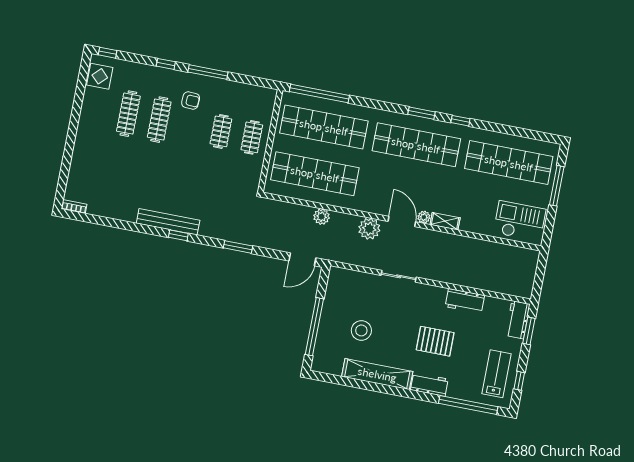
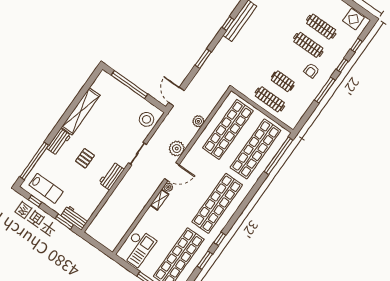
window: (108, 53) -> (356, 45), moved
window: (421, 113) -> (205, 260), moved
clothes rail: (252, 137) -> (270, 99), width x1.36
workbench: (465, 301) -> (112, 176), moved
stool: (361, 330) -> (147, 119), moved
pallet: (435, 341) -> (85, 158), width x0.67, depth x0.71

